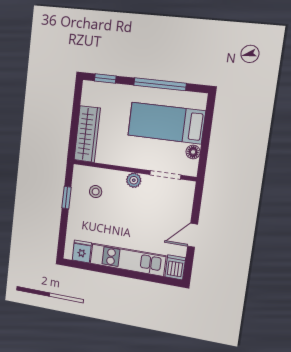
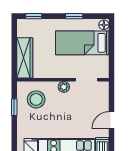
window: (160, 84) -> (74, 16), width x0.46
floor lamp: (193, 152) -> (104, 25), moved
stool: (96, 192) -> (36, 99), width x1.89, depth x1.89

